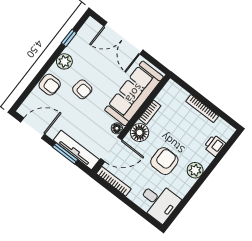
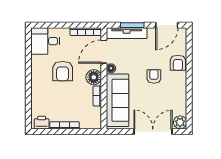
window: (69, 38) -> (189, 104), removed
plant: (64, 61) -> (180, 122), moved
armchair: (50, 85) -> (178, 63), turned -90
armchair: (82, 89) -> (154, 76), turned 83
printer: (215, 145) -> (42, 123), moved, turned -90
plant: (195, 170) -> (37, 81), removed

